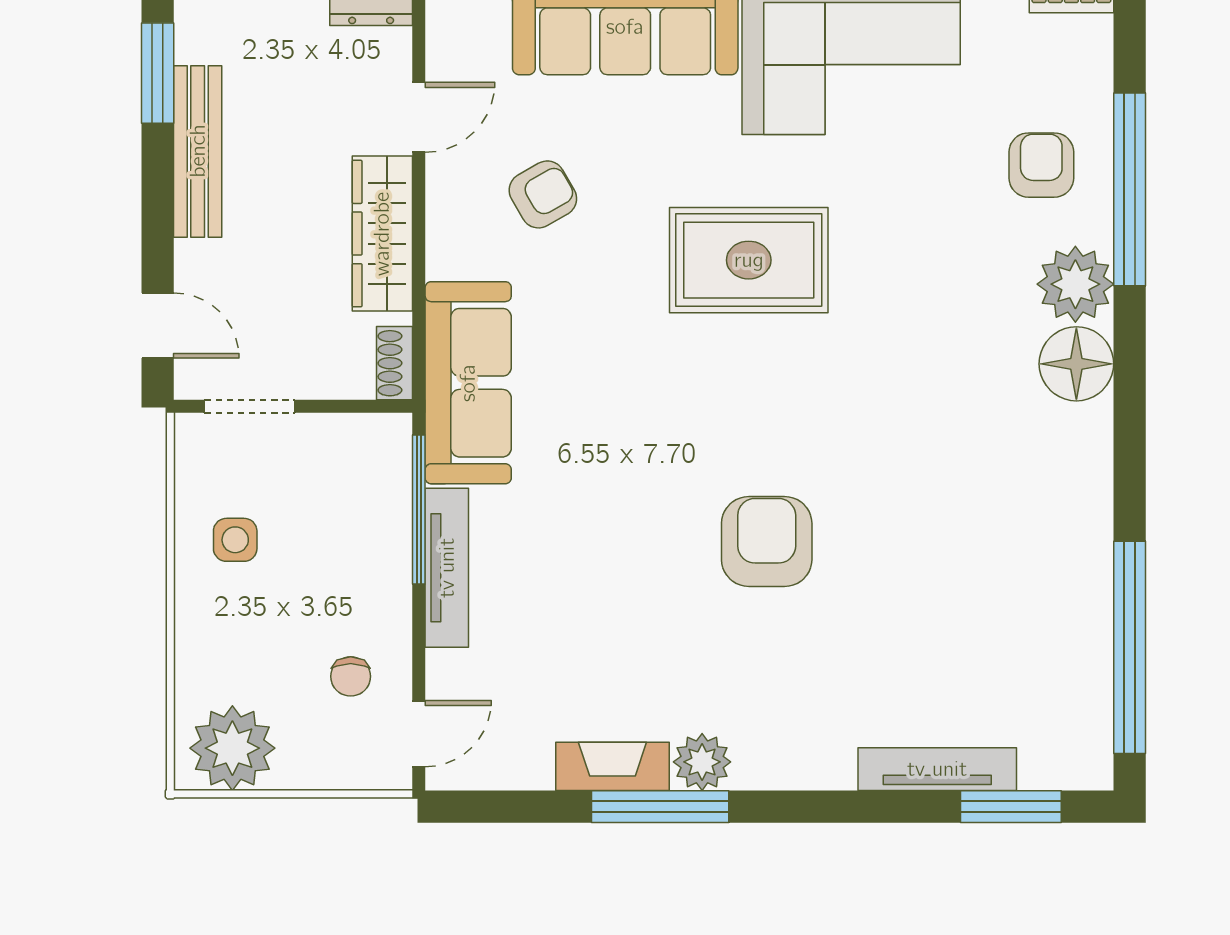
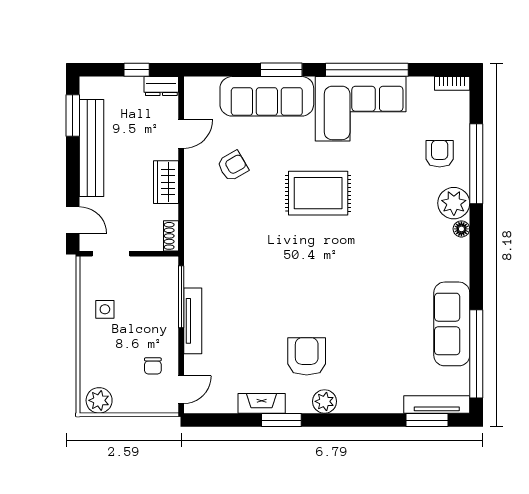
bench: (198, 151) -> (91, 148), width x1.37, depth x1.21
wardrobe: (382, 234) -> (166, 182), width x0.67
floor lamp: (1076, 364) -> (461, 229), width x0.53, depth x0.53
sofa: (468, 383) -> (452, 324), moved, turned 180
armchair: (767, 542) -> (307, 356), moved
plant: (232, 748) -> (99, 400), width x0.73, depth x0.73
plant: (702, 762) -> (324, 401), moved
tv unit: (937, 769) -> (437, 404), moved
window: (660, 807) -> (281, 420), width x0.69

